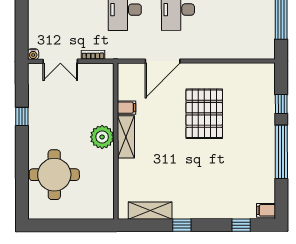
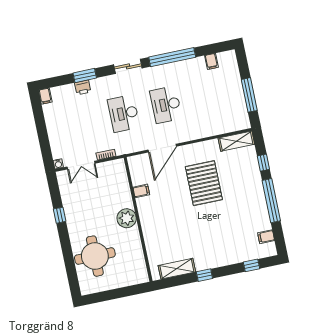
shelving: (126, 137) -> (236, 141), moved, turned 90
filing cabinet: (266, 210) -> (266, 237), moved

